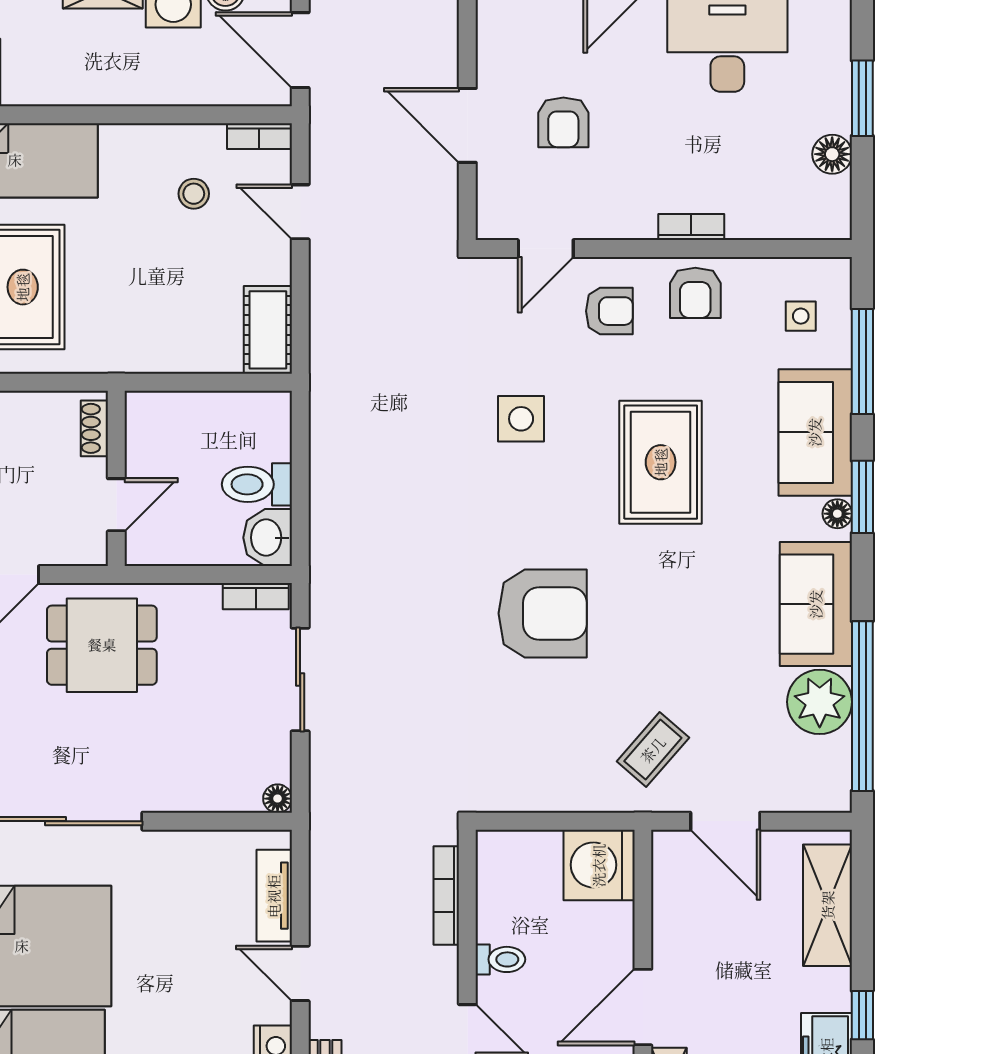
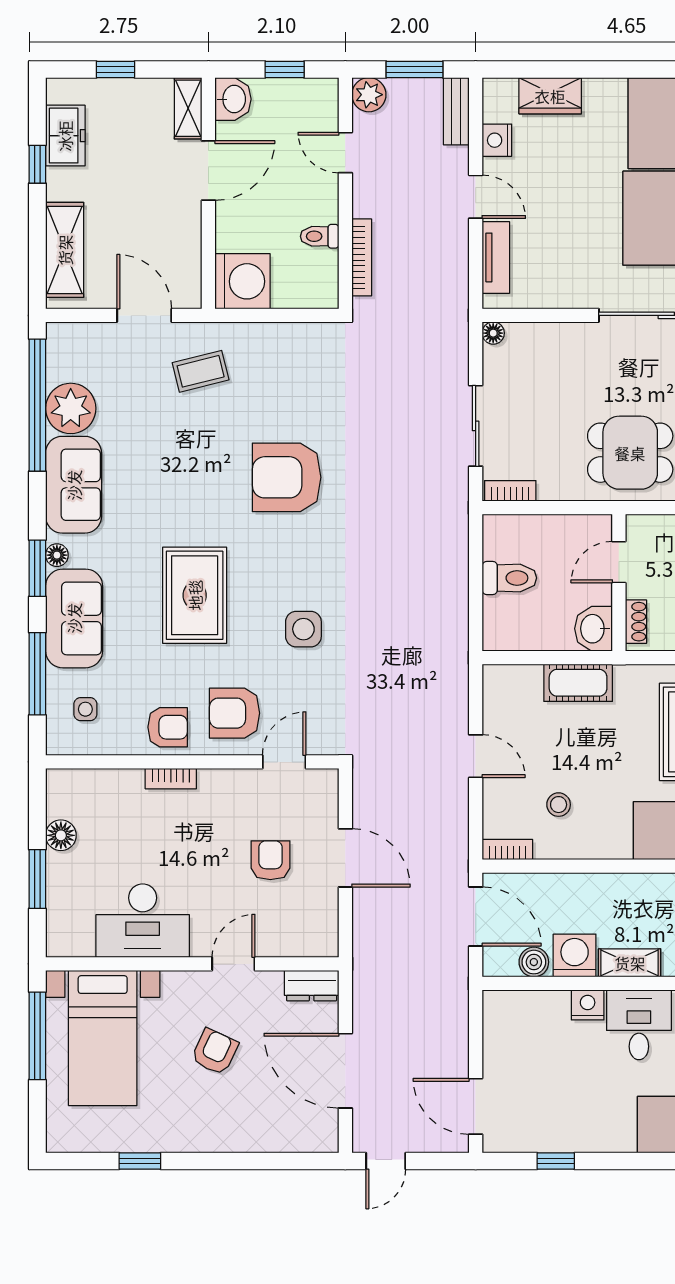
door: (300, 212) -> (476, 756), moved
armchair: (695, 293) -> (168, 727), turned 90
armchair: (609, 311) -> (235, 713), width x1.38, depth x1.38
cot: (268, 330) -> (578, 683), moved, turned 90
washbasin: (268, 538) -> (594, 629), moved, turned 180
coffee table: (653, 750) -> (201, 371), turned 35
toilet: (500, 959) -> (320, 236), moved

